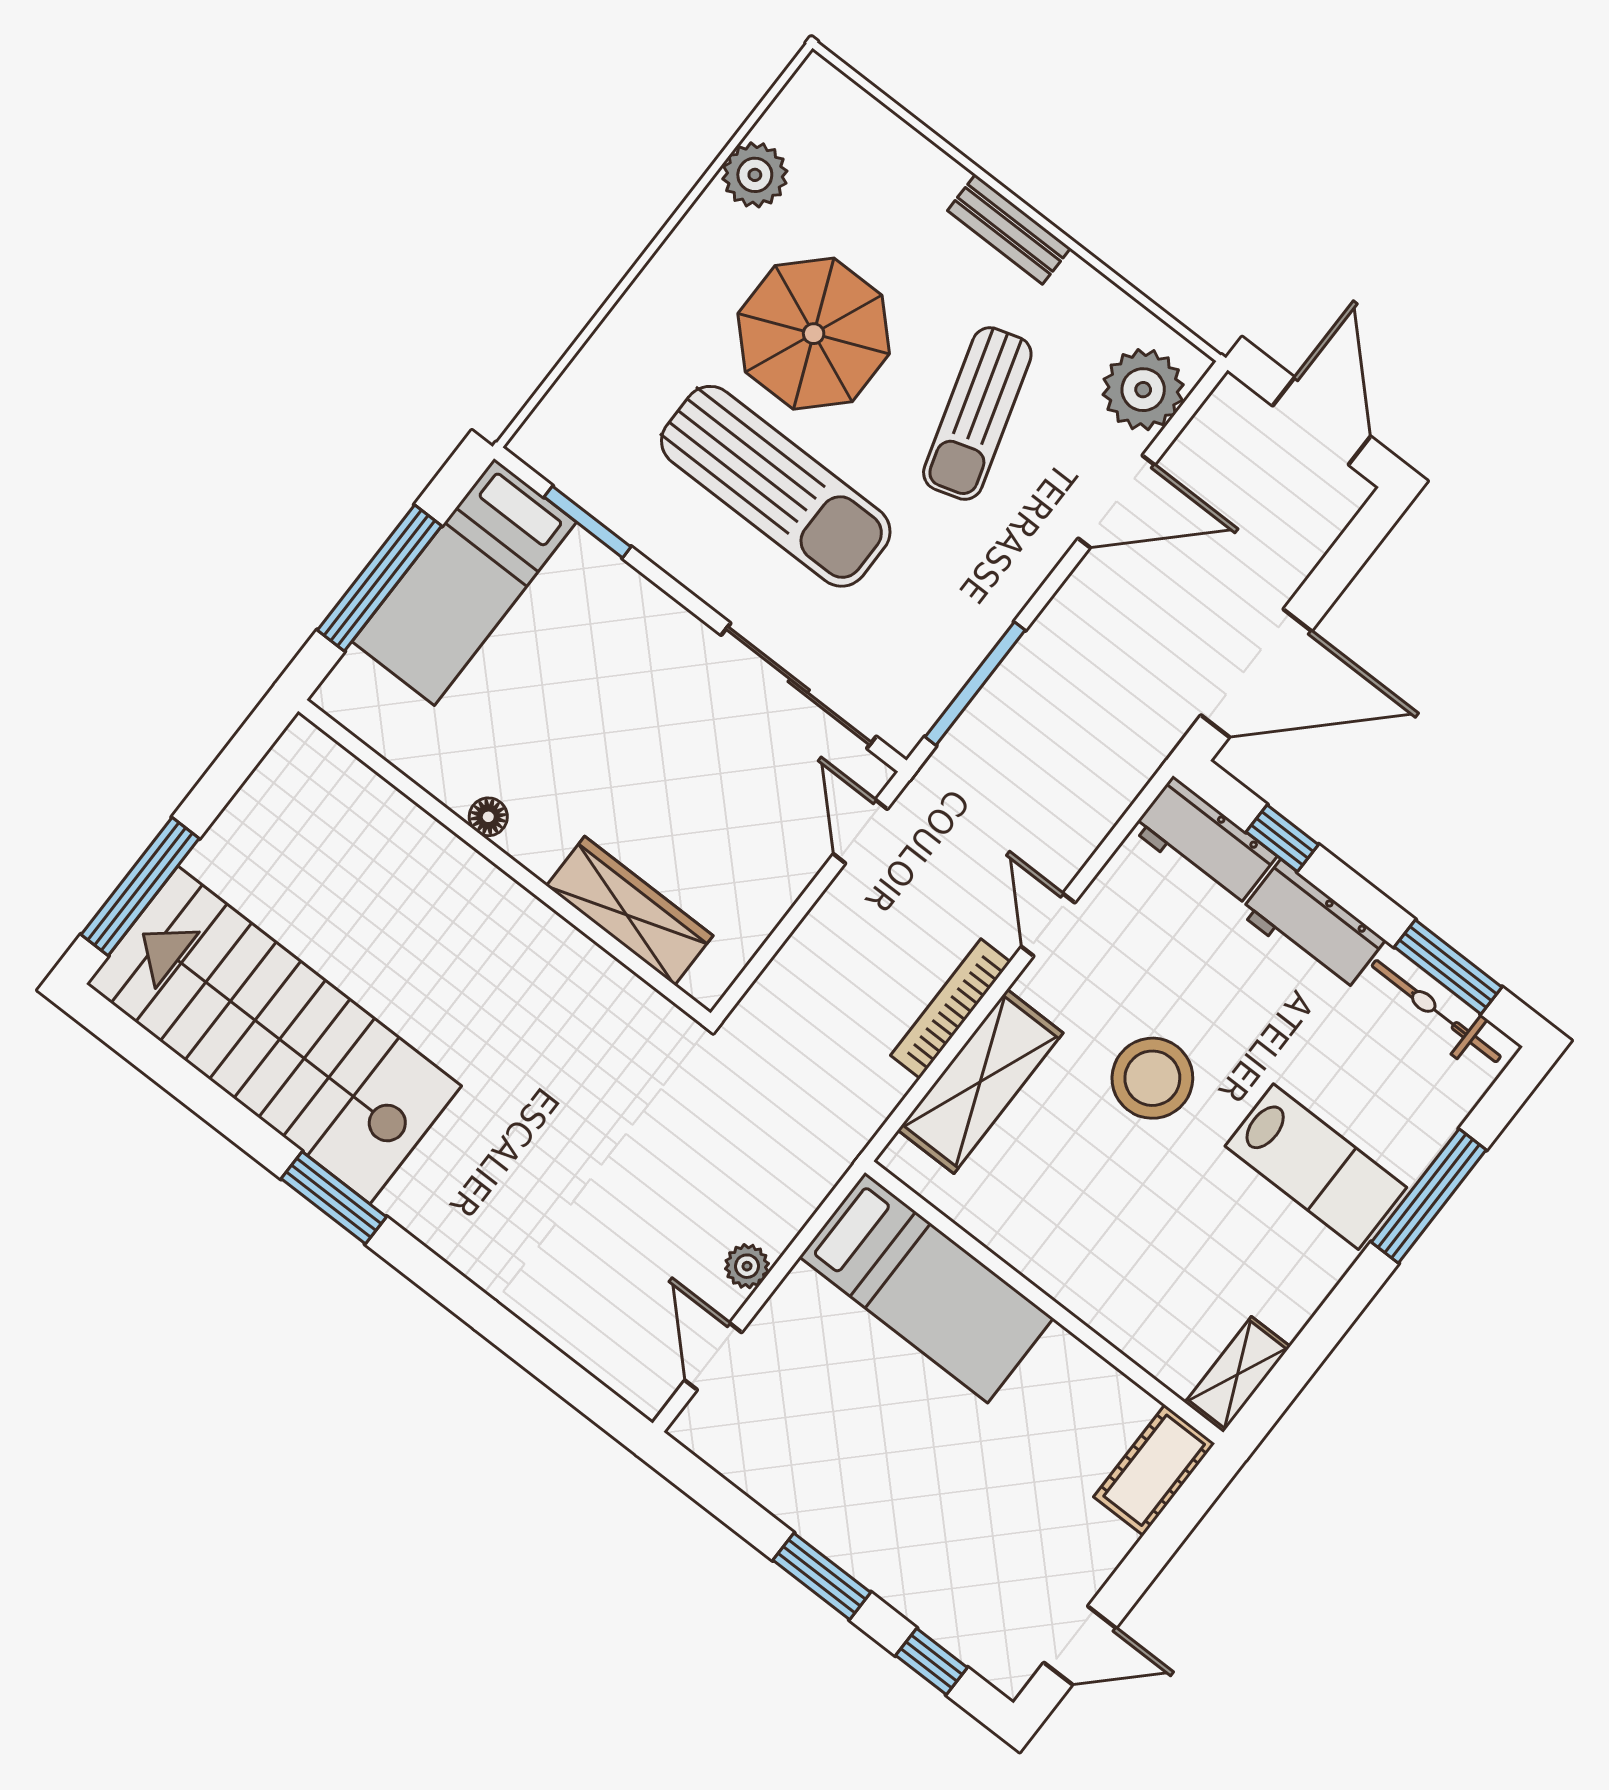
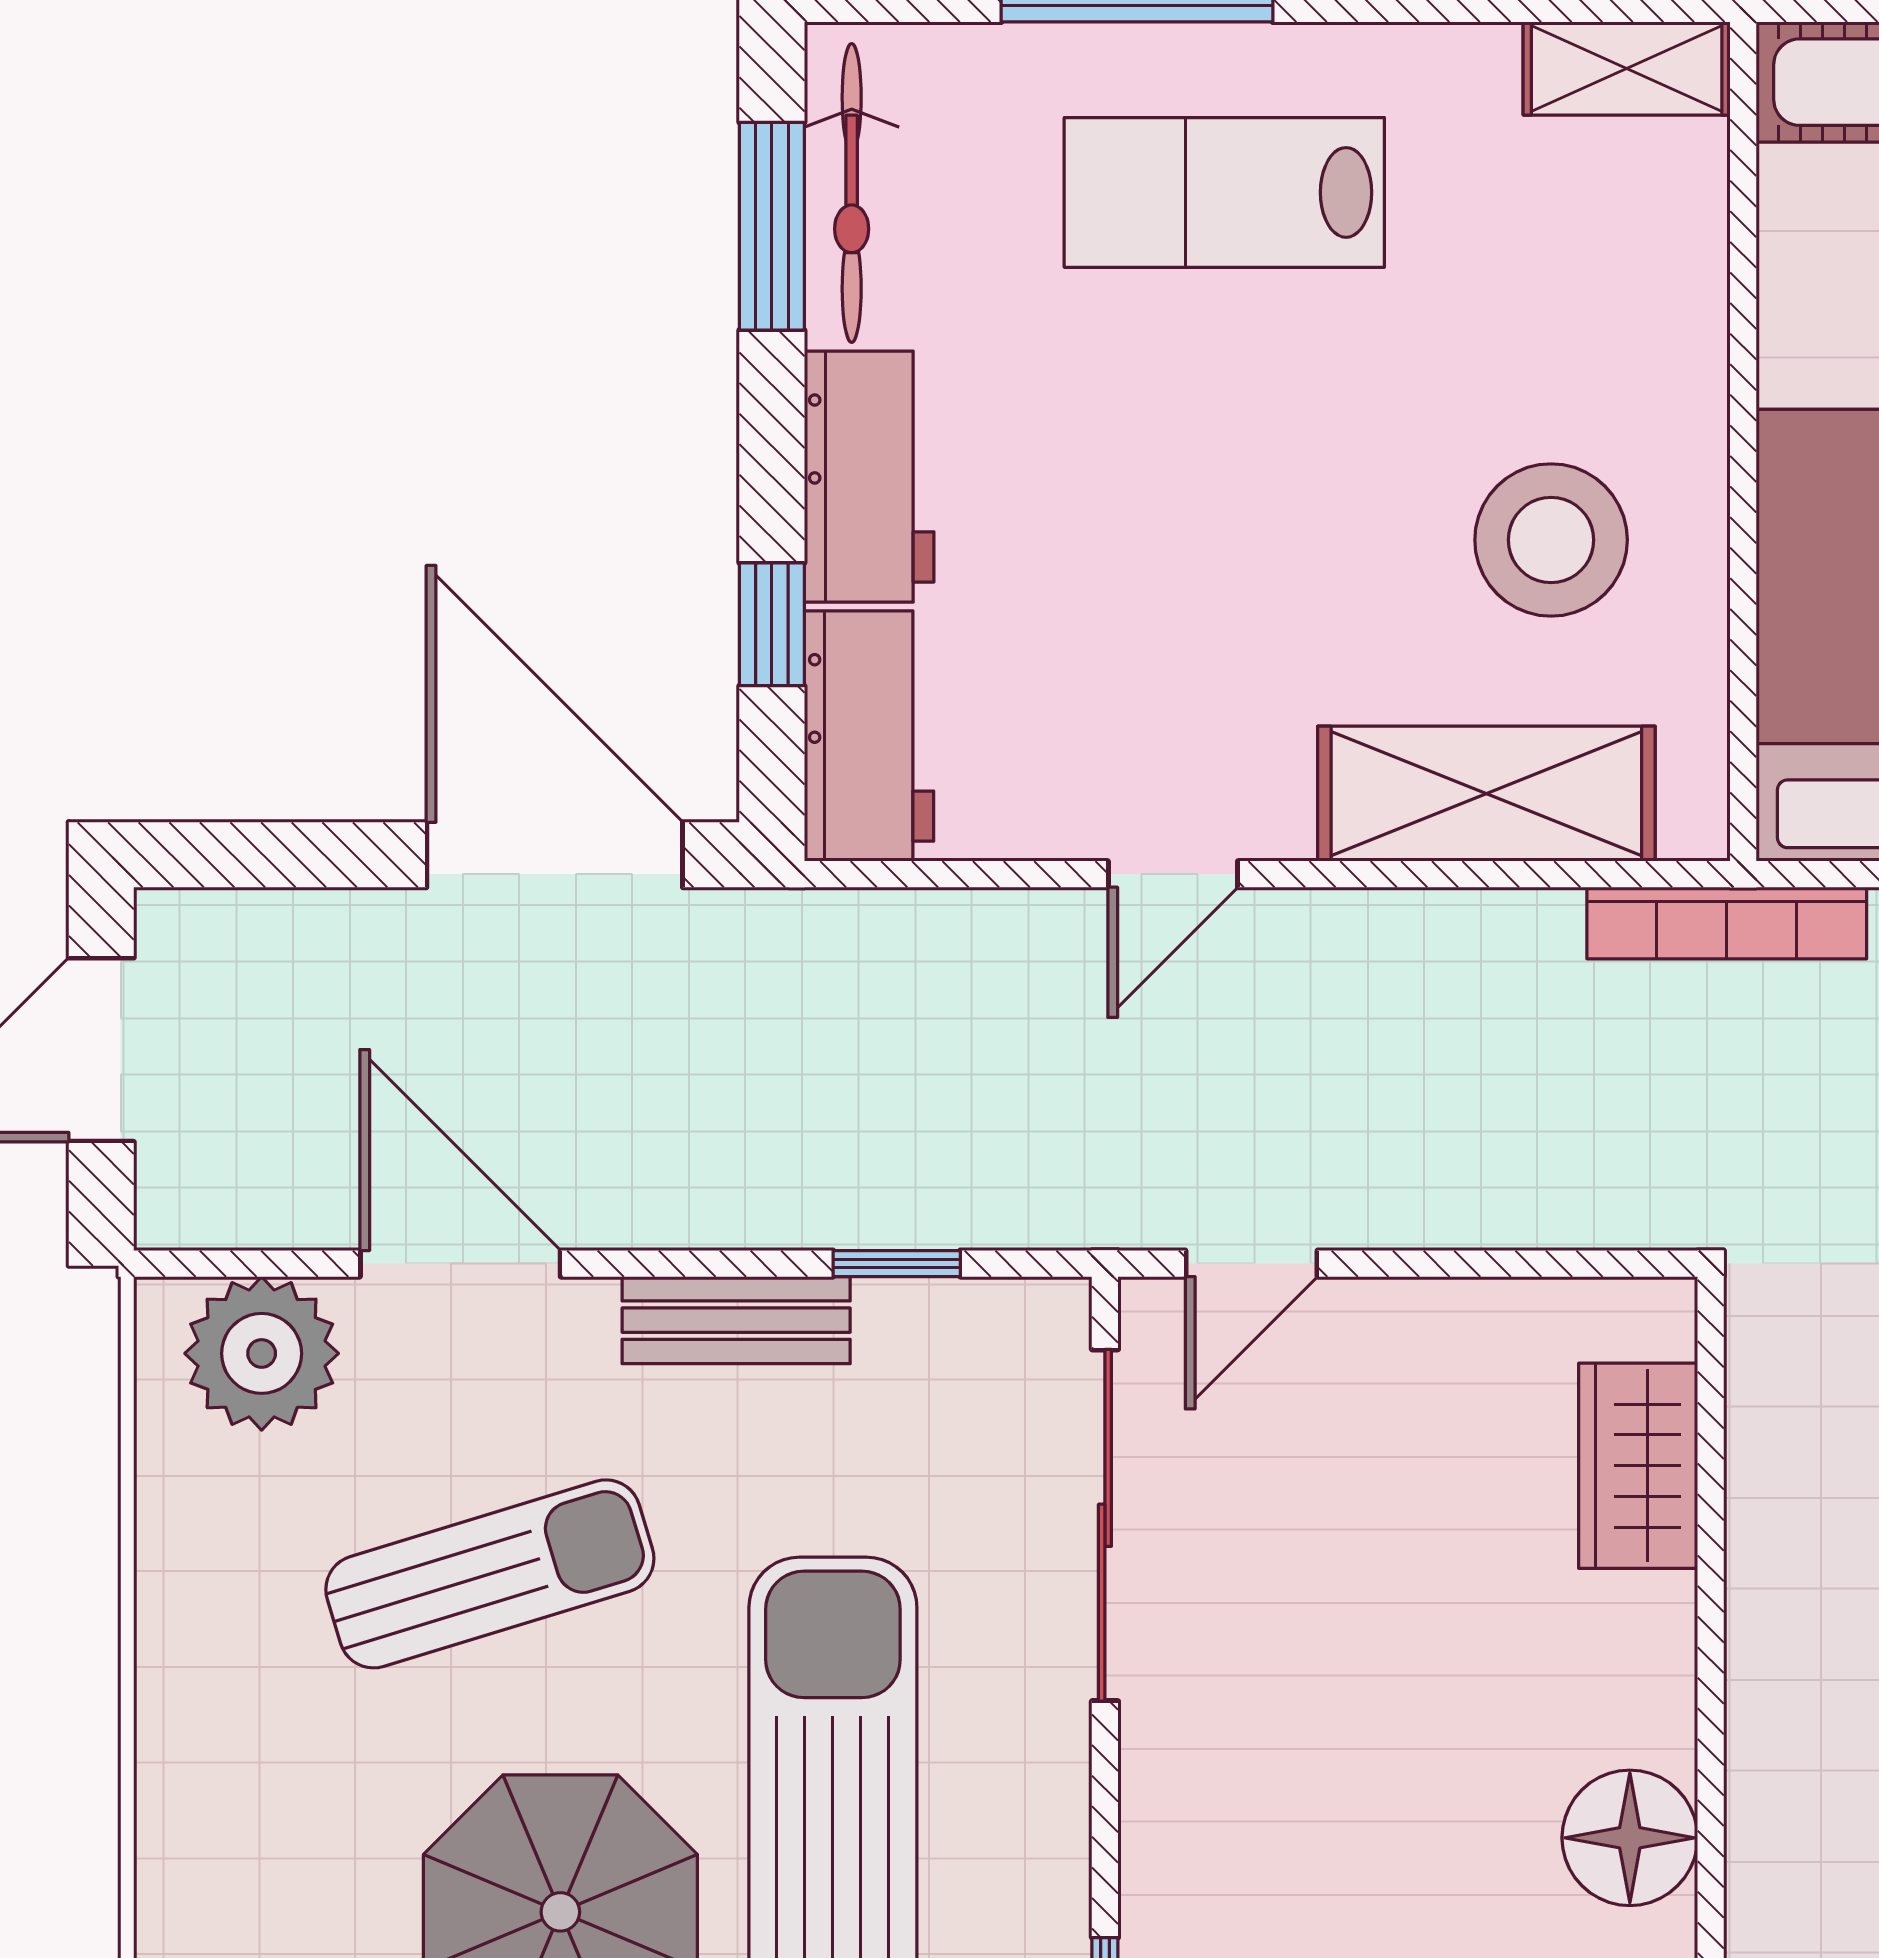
bench: (1009, 229) -> (736, 1320), moved, turned 90
window: (975, 684) -> (897, 1264), width x0.46
floor lamp: (488, 817) -> (1630, 1838), width x1.89, depth x1.89
wardrobe: (630, 911) -> (1638, 1466), width x0.67
bookcase: (950, 1009) -> (1727, 923), moved
stool: (1152, 1078) -> (1551, 540), moved
lab bench: (1316, 1167) -> (1224, 192), turned -90

